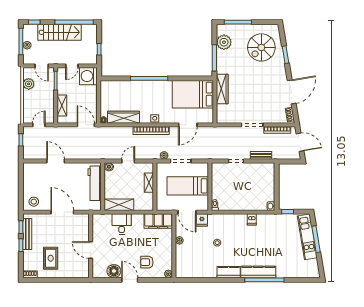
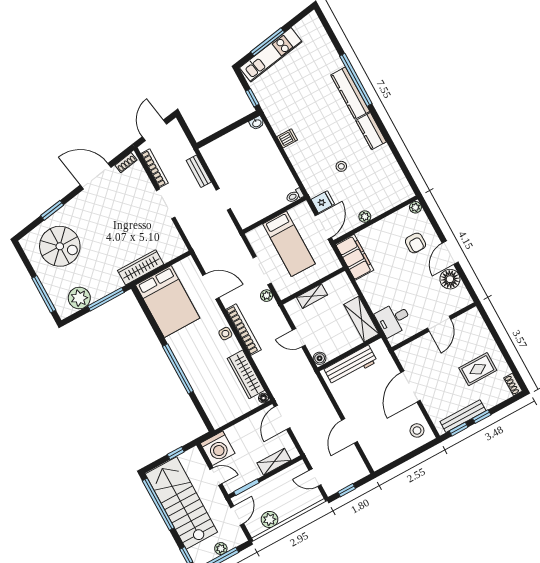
stairs: (60, 32) -> (181, 503), width x1.36, depth x1.51
desk: (122, 224) -> (393, 319), moved

